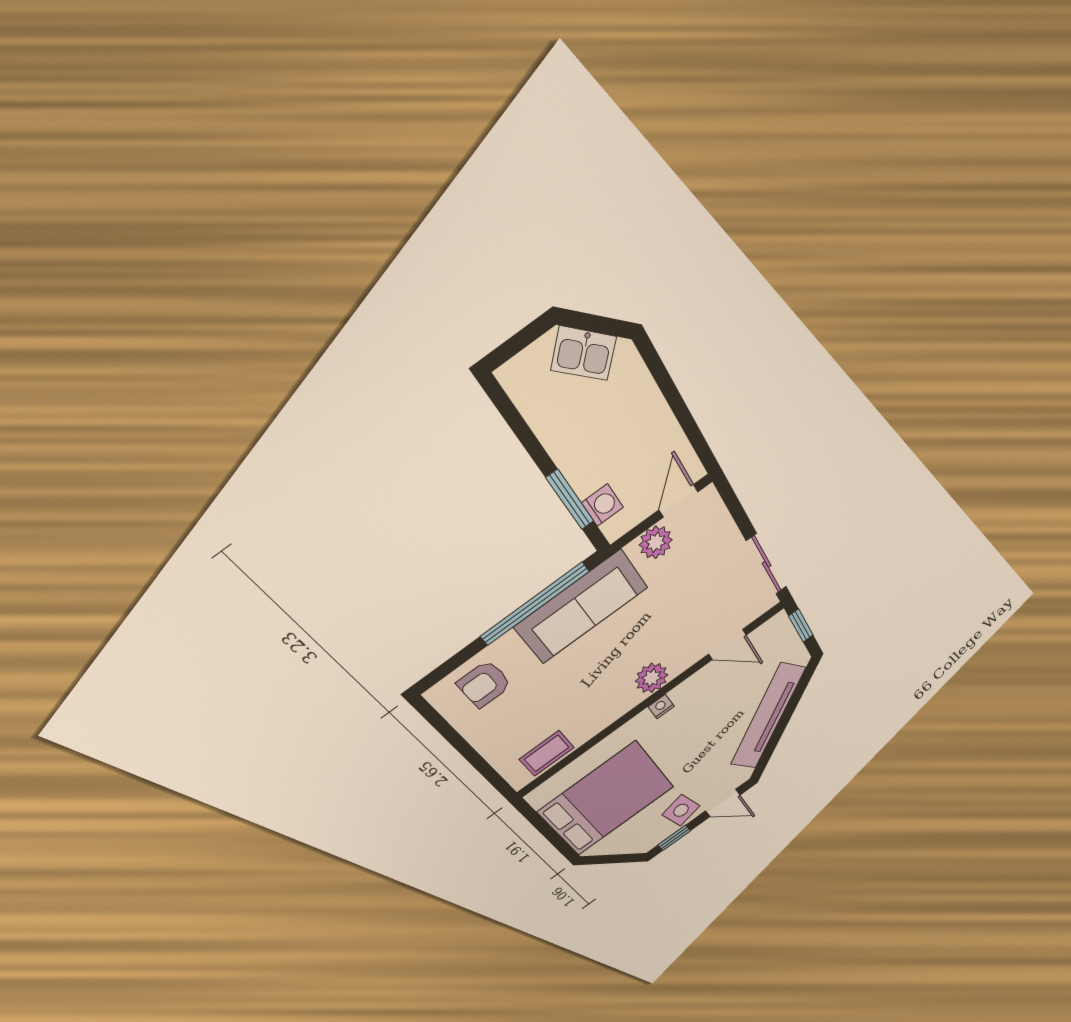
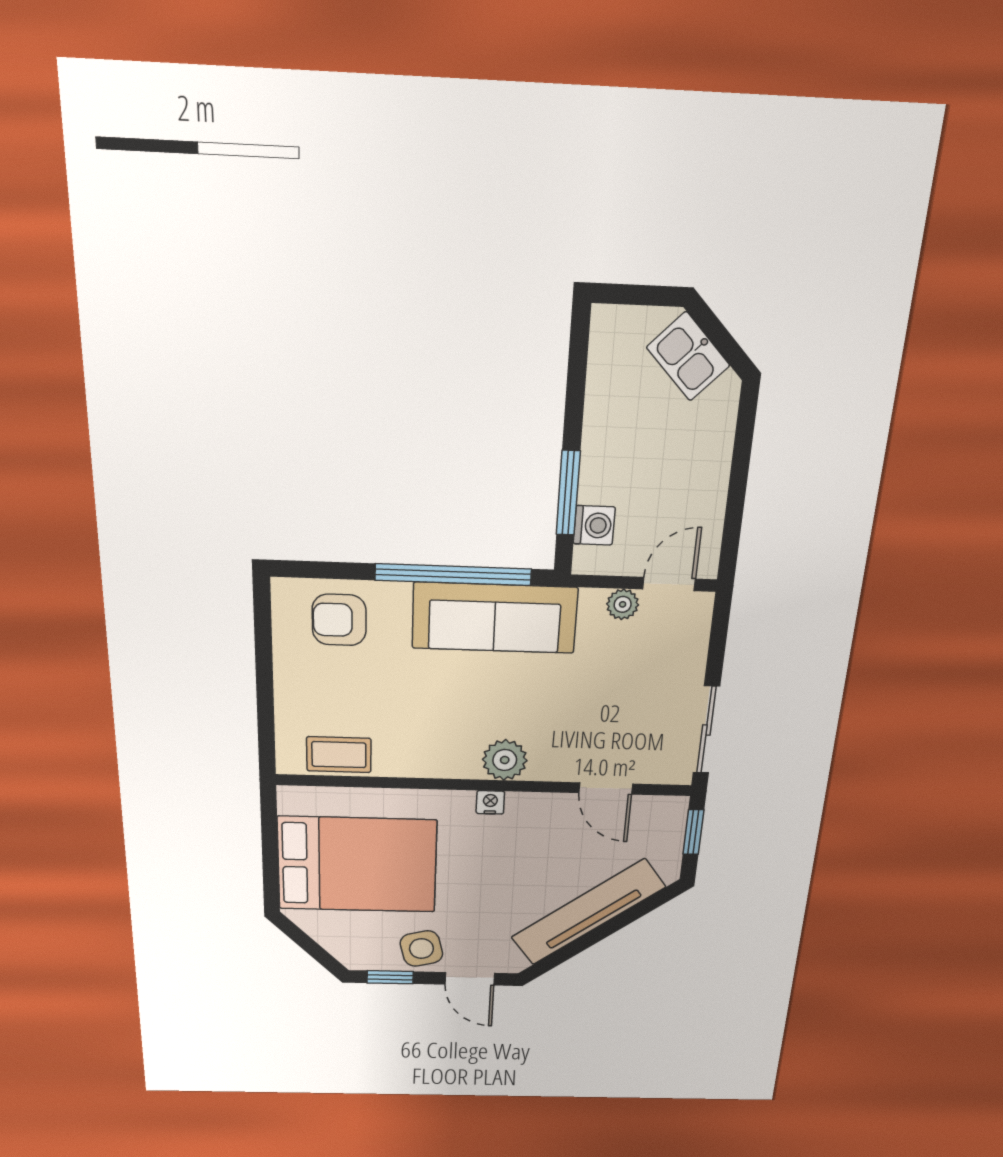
plant: (656, 542) -> (623, 604), width x0.73, depth x0.73

